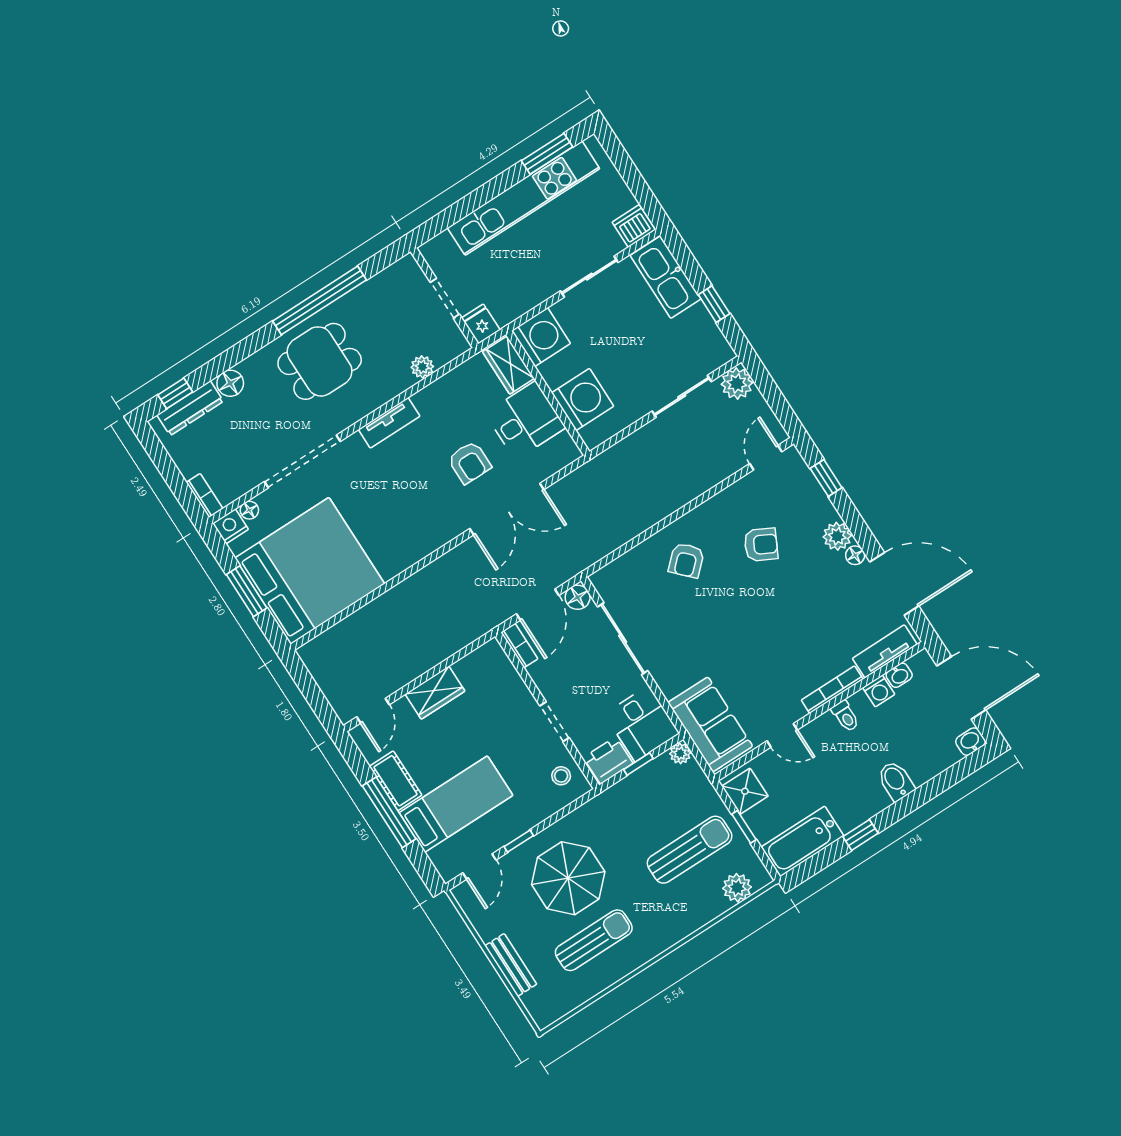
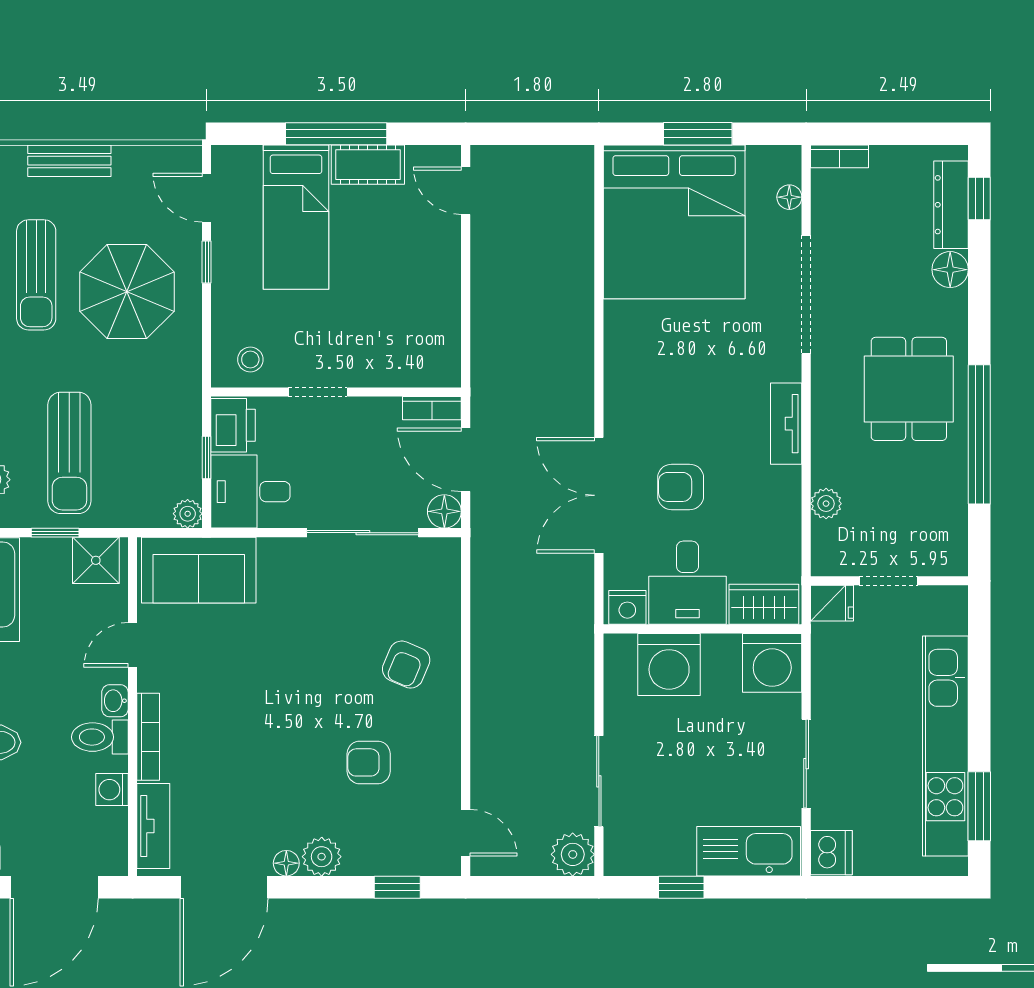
nightstand: (230, 526) -> (627, 607), moved, turned 90
armchair: (761, 545) -> (369, 762), turned 63
armchair: (686, 560) -> (406, 665), turned -113
washbasin: (899, 675) -> (115, 701), moved
wardrobe: (435, 693) -> (440, 276), removed
toilet: (845, 716) -> (100, 737), width x1.37, depth x1.39

